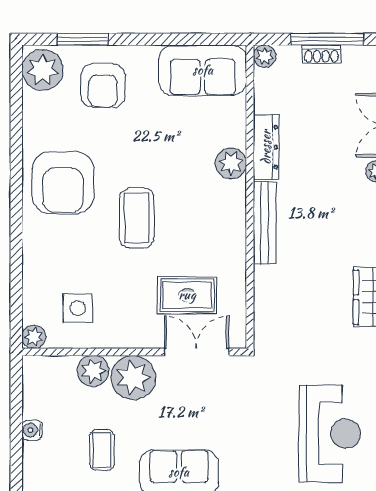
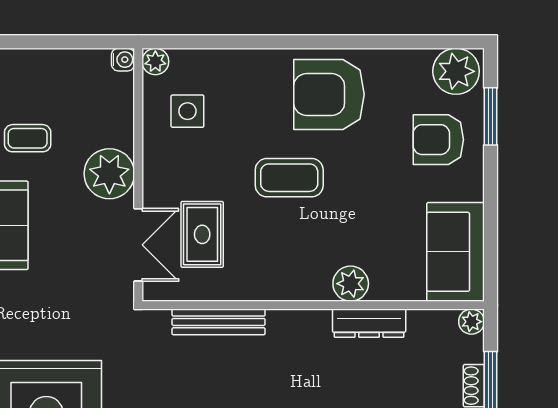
bench: (265, 223) -> (219, 322), moved
plant: (93, 371) -> (117, 128), removed
water cooler: (32, 430) -> (123, 60), moved, turned 90

